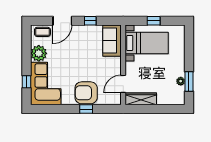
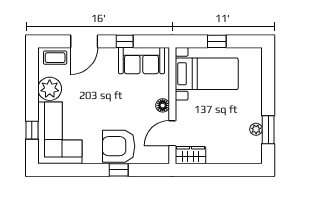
sofa: (112, 41) -> (141, 61), moved, turned -90
floor lamp: (116, 65) -> (163, 105), added
wardrobe: (141, 99) -> (191, 155), width x0.67

